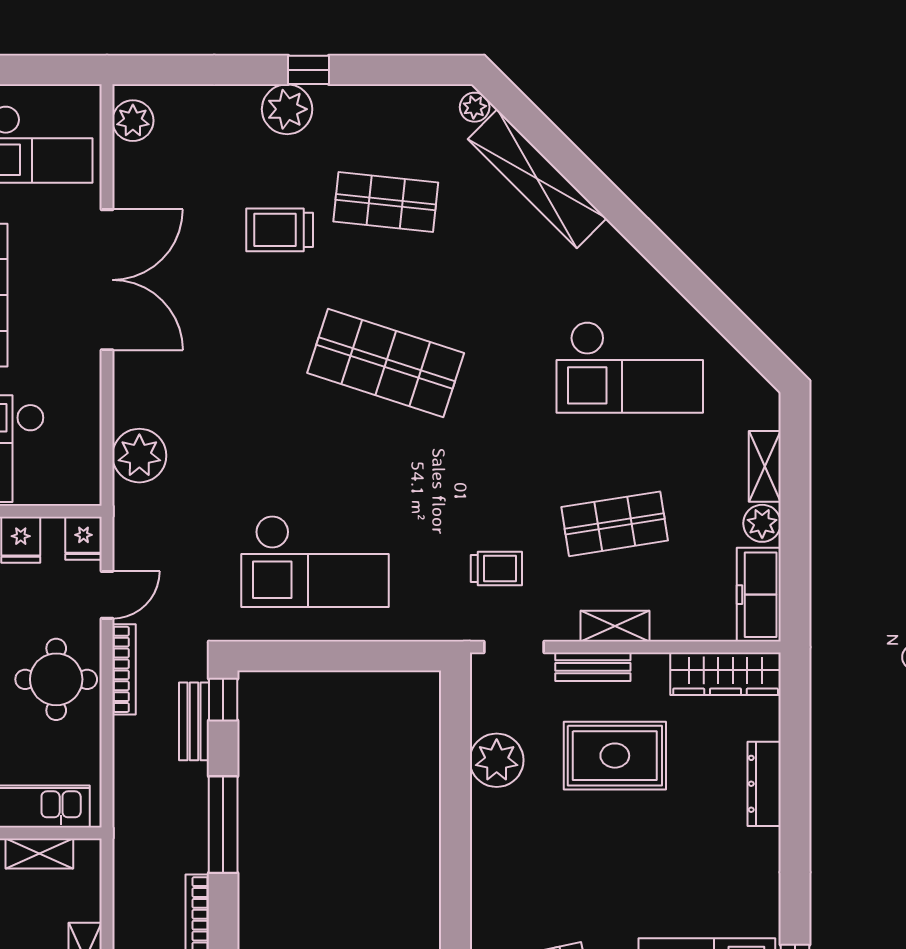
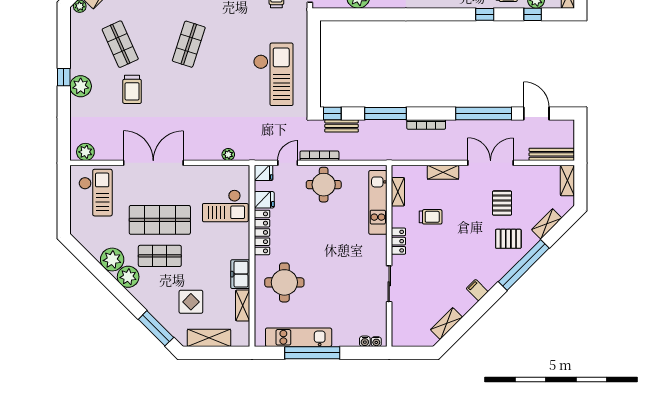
shop shelf: (386, 202) -> (120, 44), turned -30
shop shelf: (386, 363) -> (189, 44), width x0.70, depth x0.74
plant: (139, 456) -> (228, 155), width x0.53, depth x0.53
door: (107, 595) -> (288, 163), hinge flipped

